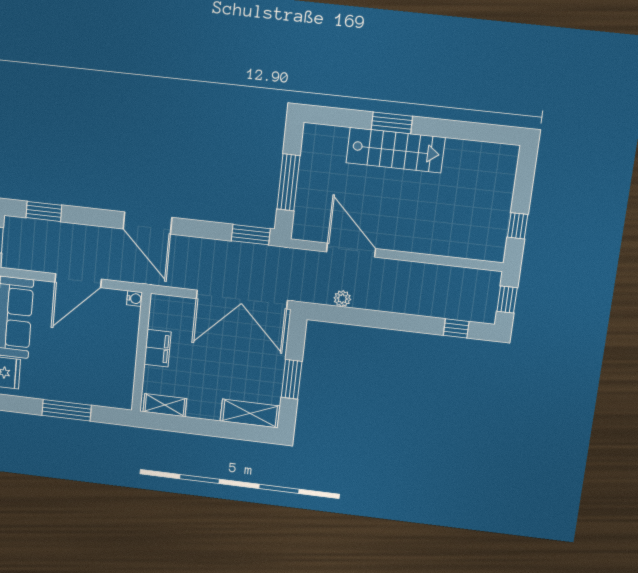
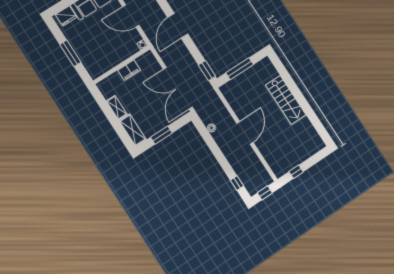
window: (392, 123) -> (295, 90), removed
door: (351, 250) -> (245, 133), moved
shelving: (165, 405) -> (117, 108), moved

